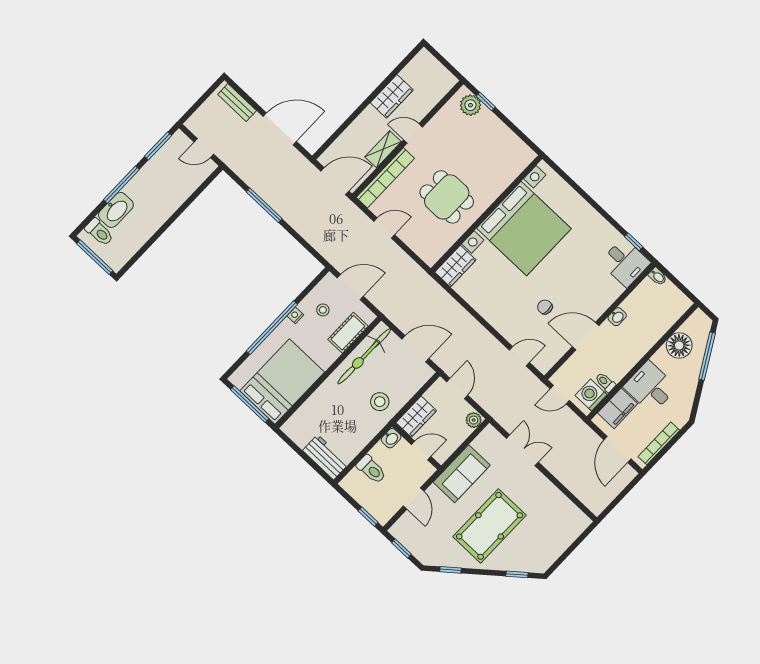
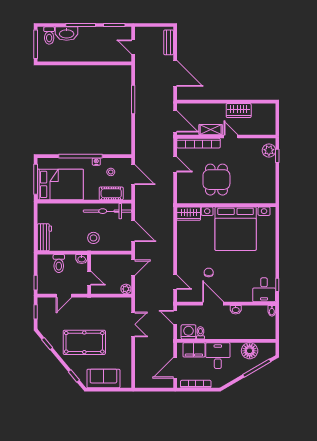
wardrobe: (416, 417) -> (102, 261), removed
sofa: (462, 474) -> (103, 378), moved, turned 180

